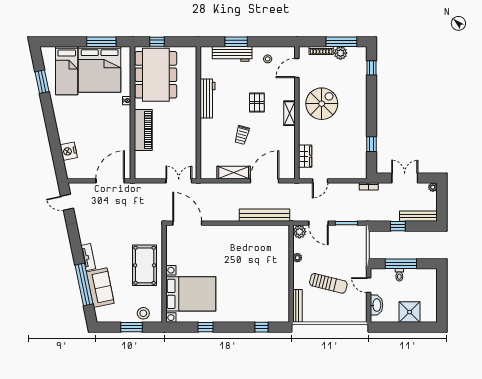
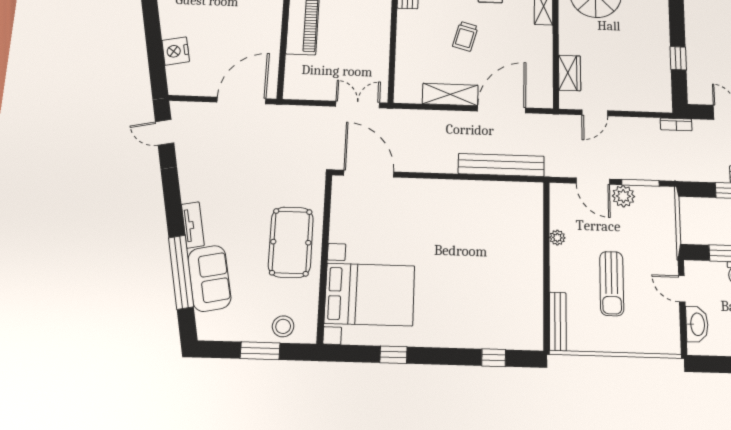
plant: (299, 232) -> (623, 196), moved
sun lounger: (328, 283) -> (612, 284), turned 76

